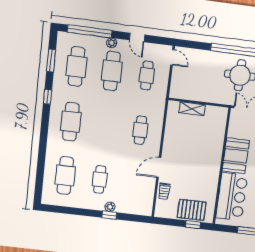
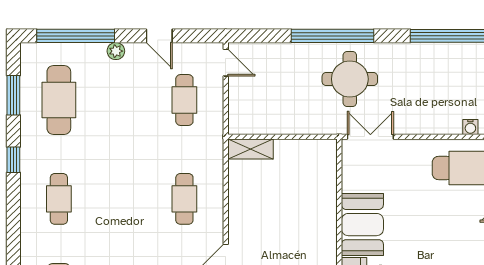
cafe table: (112, 71) -> (122, 100), removed
shelving: (192, 109) -> (250, 149), moved
cafe table: (71, 122) -> (59, 199), width x0.73, depth x0.74

